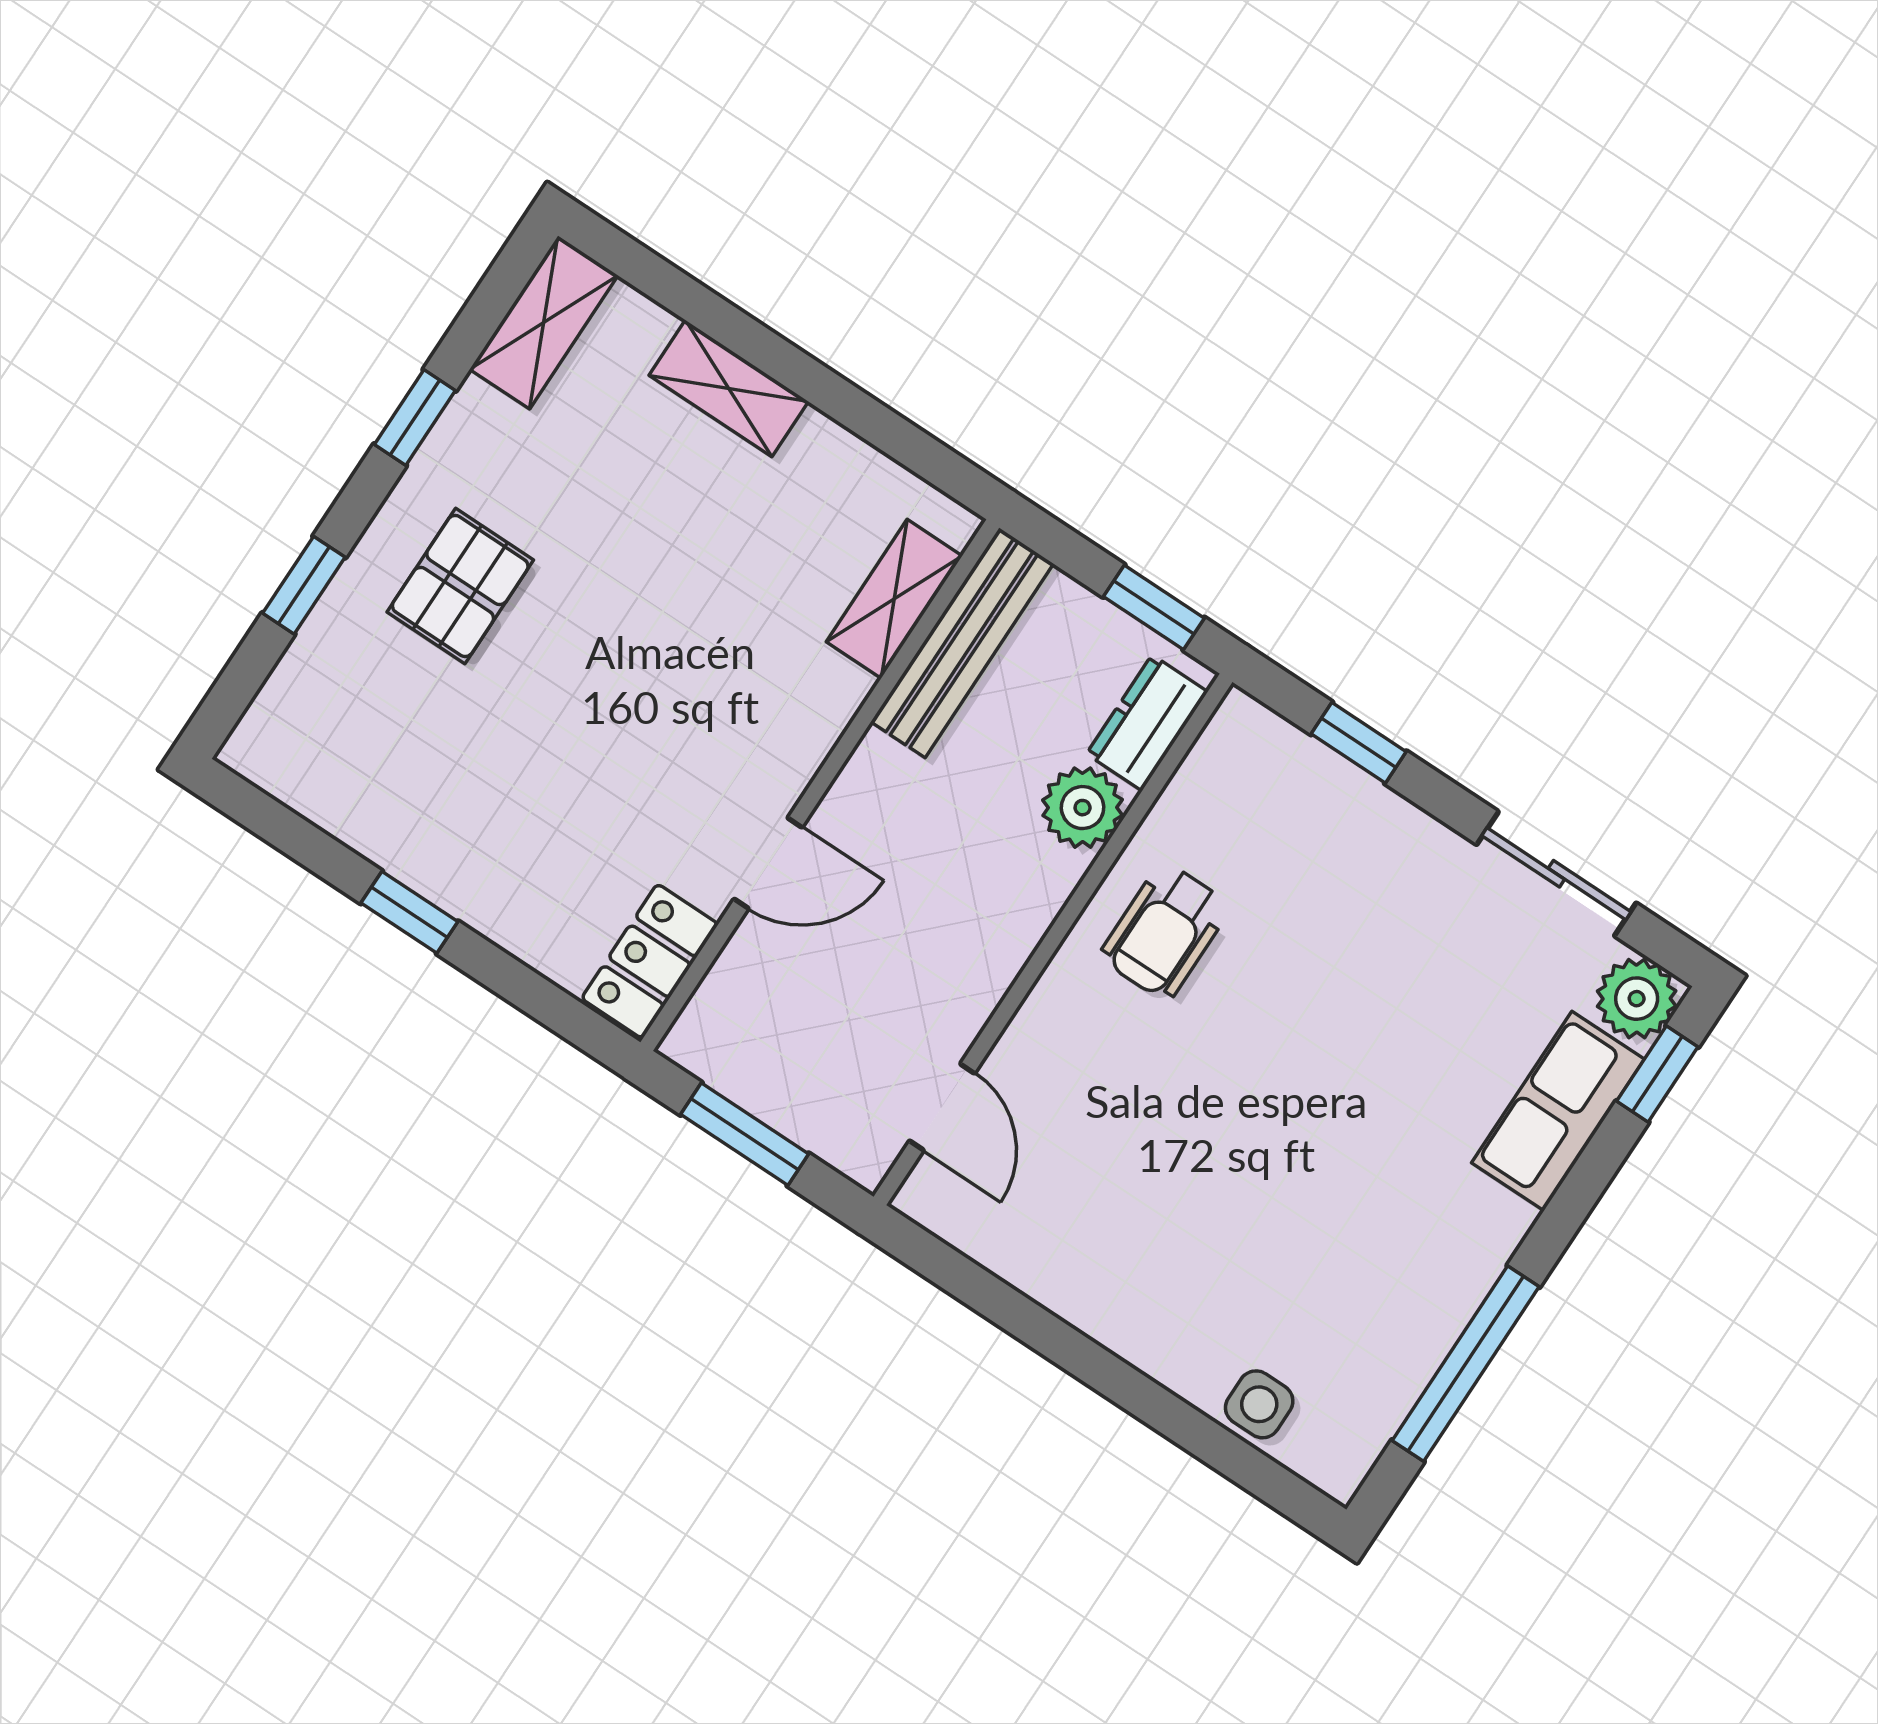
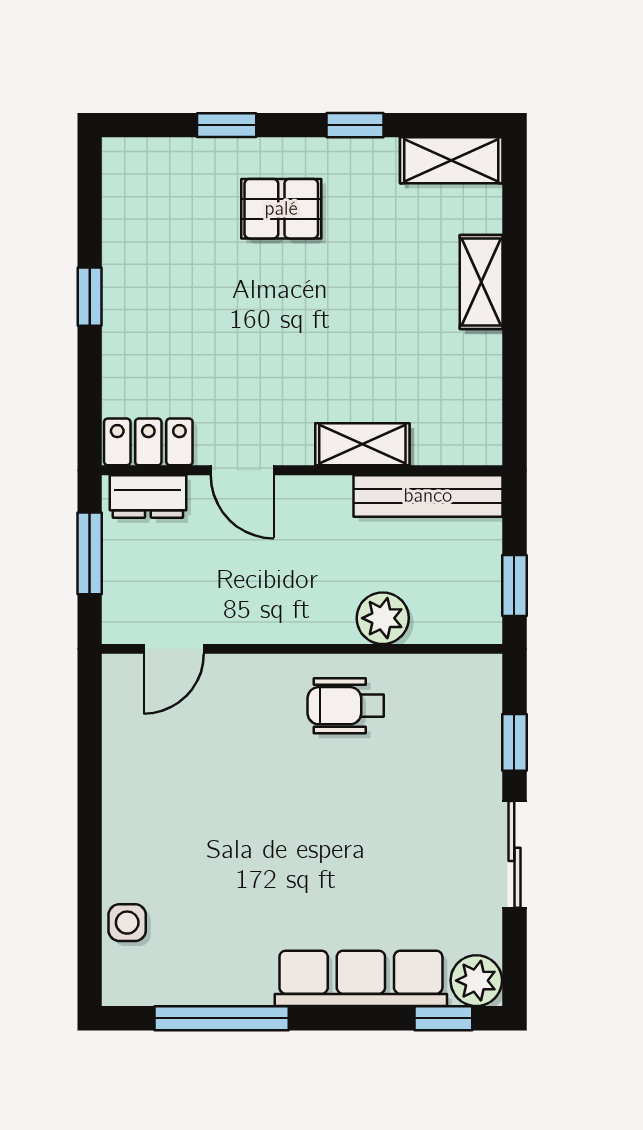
shelving: (894, 599) -> (362, 444), moved
dresser: (1147, 723) -> (148, 497), moved, turned 180
sliding door: (1556, 874) -> (514, 854), moved
row of seats: (1558, 1111) -> (361, 978), width x1.48

